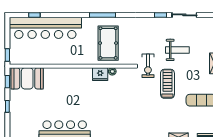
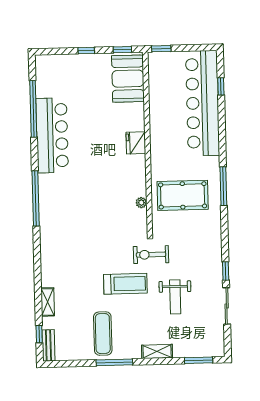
fridge: (100, 74) -> (136, 143), moved

